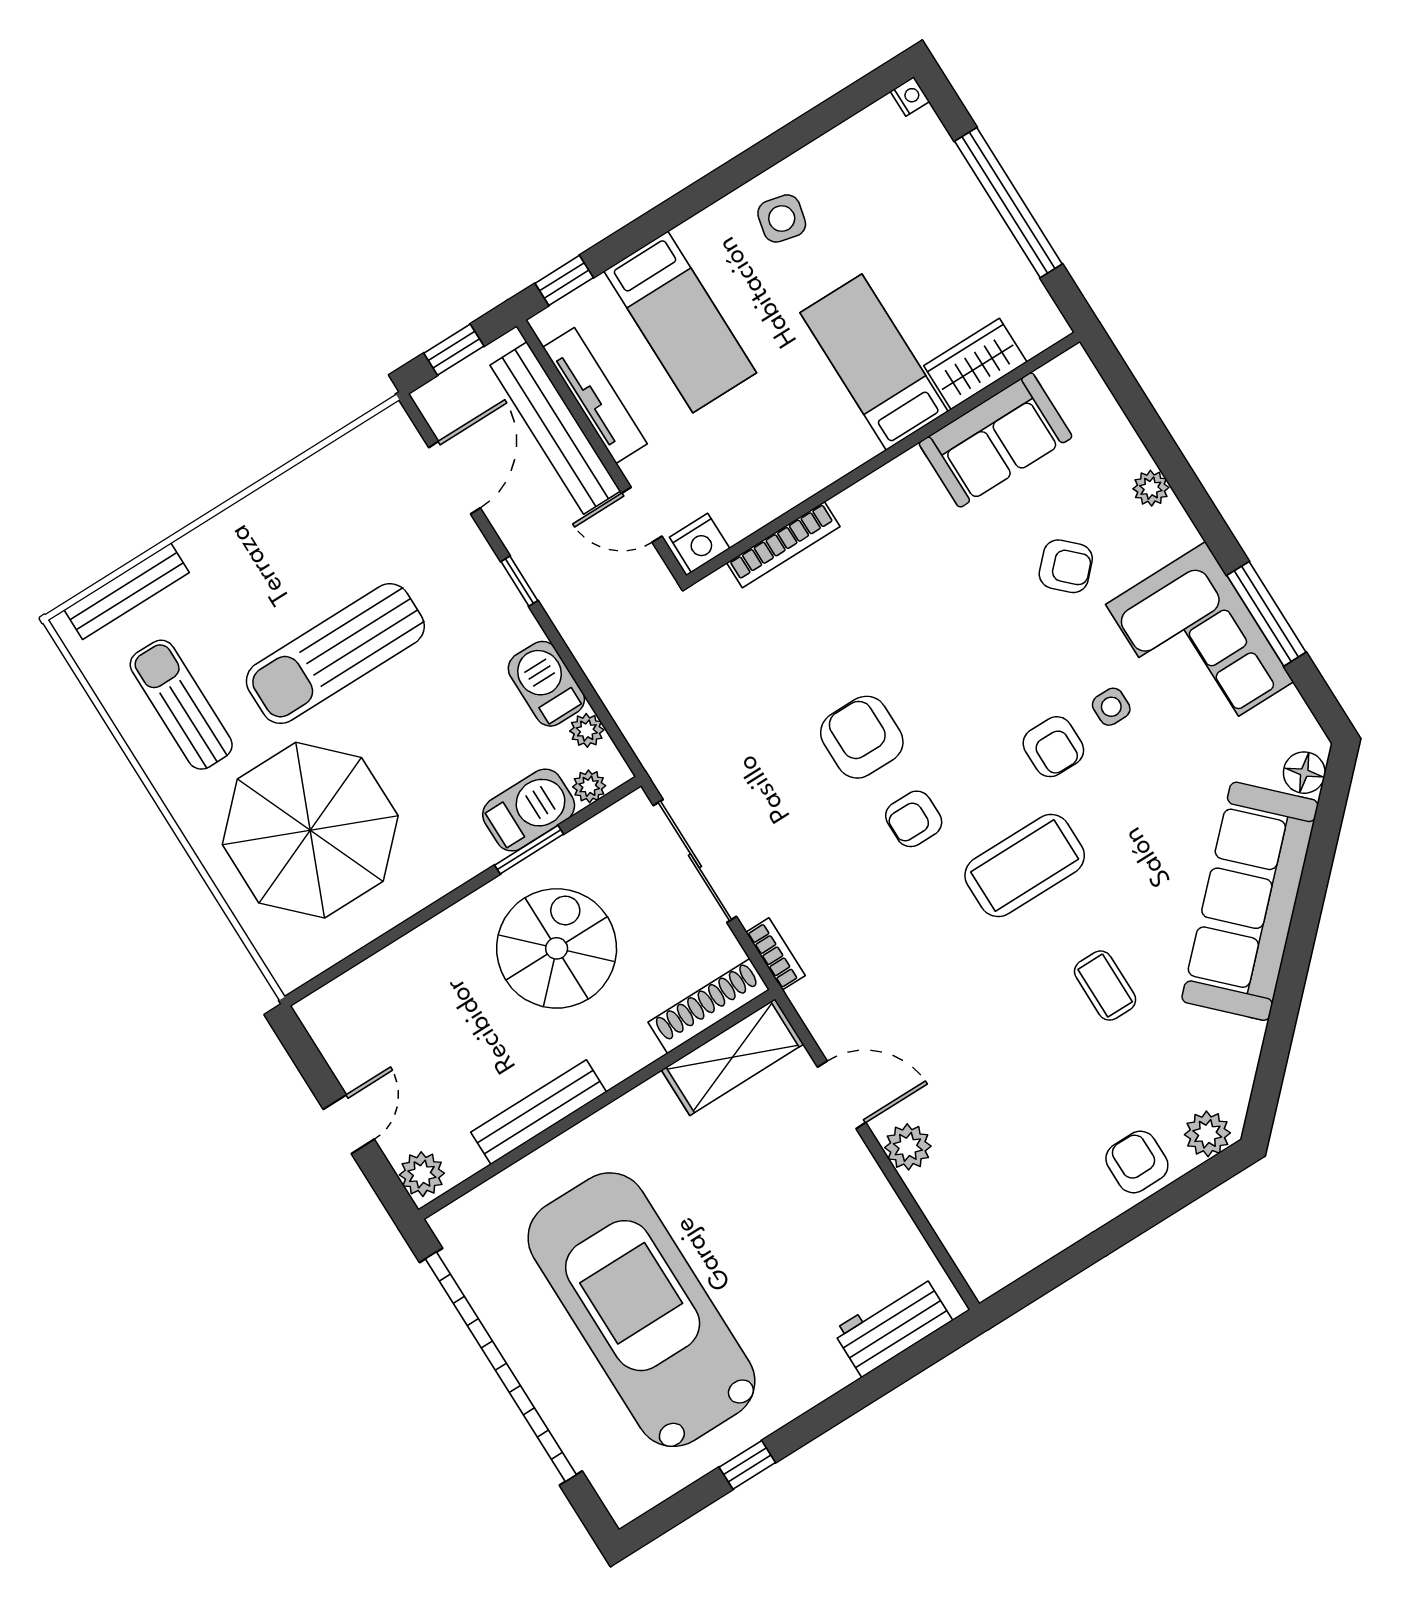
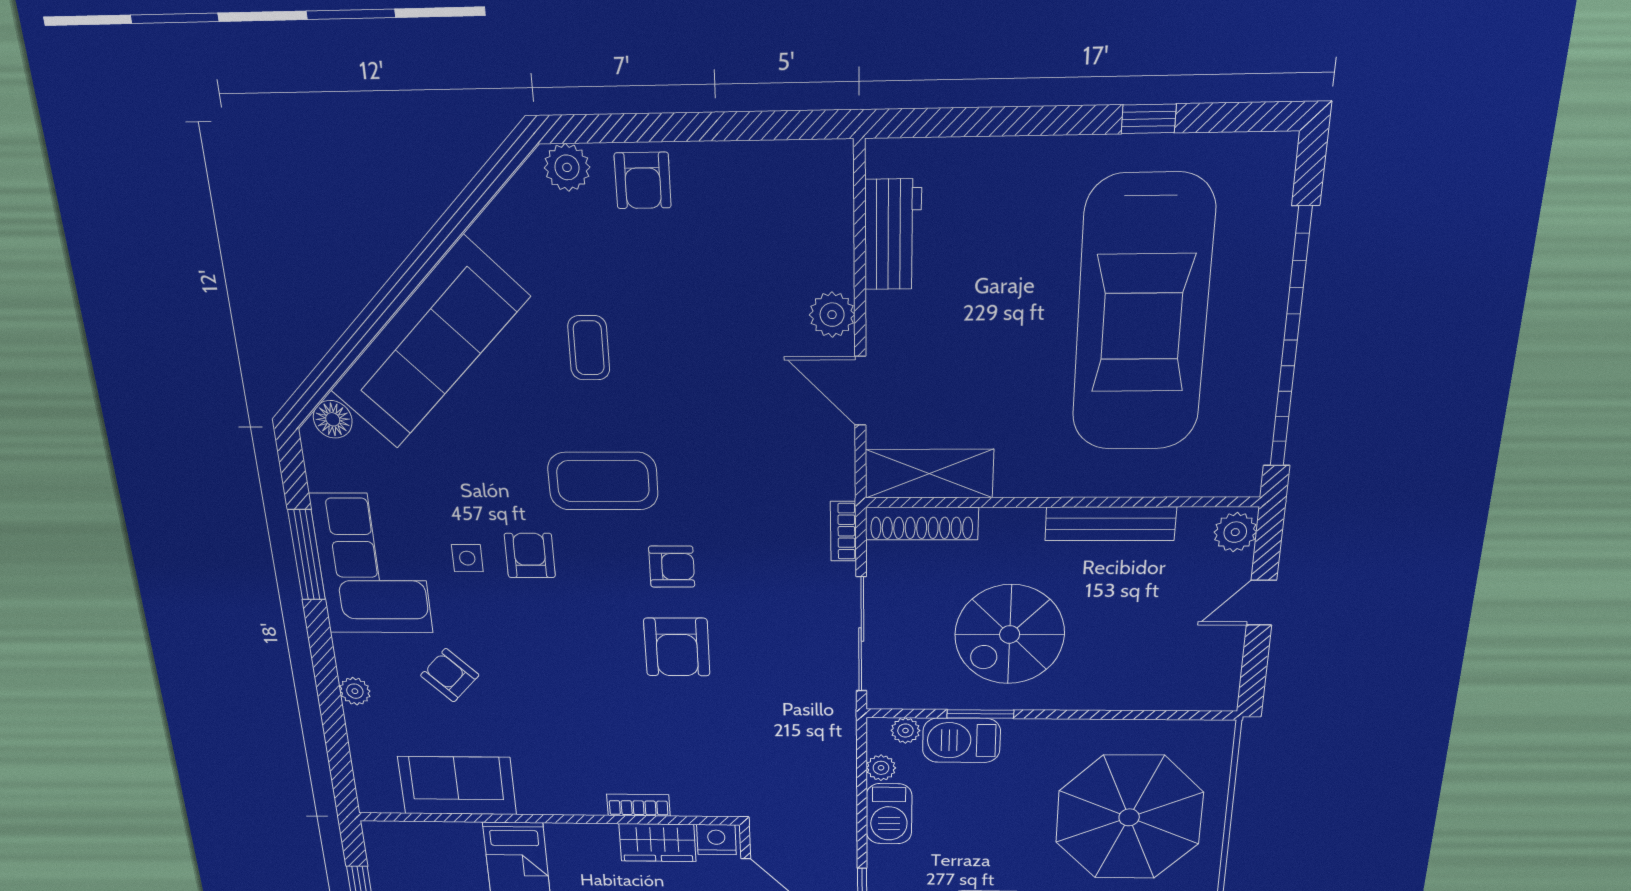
wardrobe: (975, 364) -> (657, 843), moved
bookcase: (783, 545) -> (638, 805), width x0.64
workbench: (893, 1326) -> (893, 235), moved, turned -90

